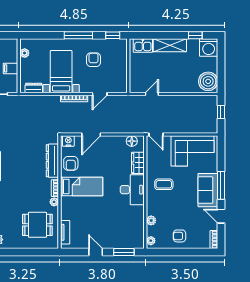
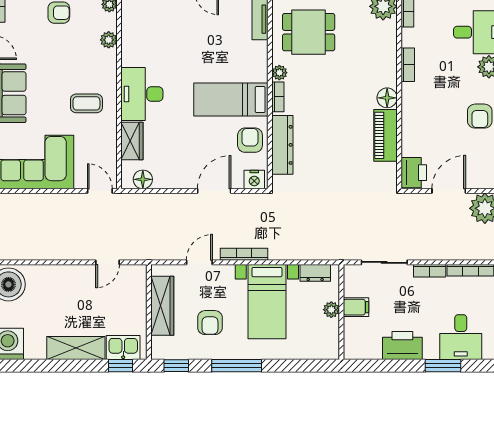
window: (195, 35) -> (120, 366), moved
plant: (25, 53) -> (331, 310), moved
wardrobe: (121, 69) -> (162, 306), added

